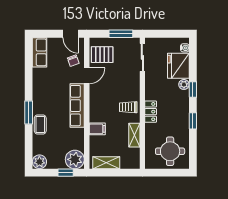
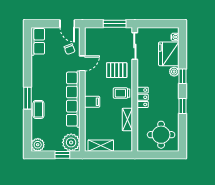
pallet: (102, 55) -> (117, 70), moved
row of seats: (77, 106) -> (73, 99), width x1.36
filing cabinet: (97, 129) -> (92, 102), moved

